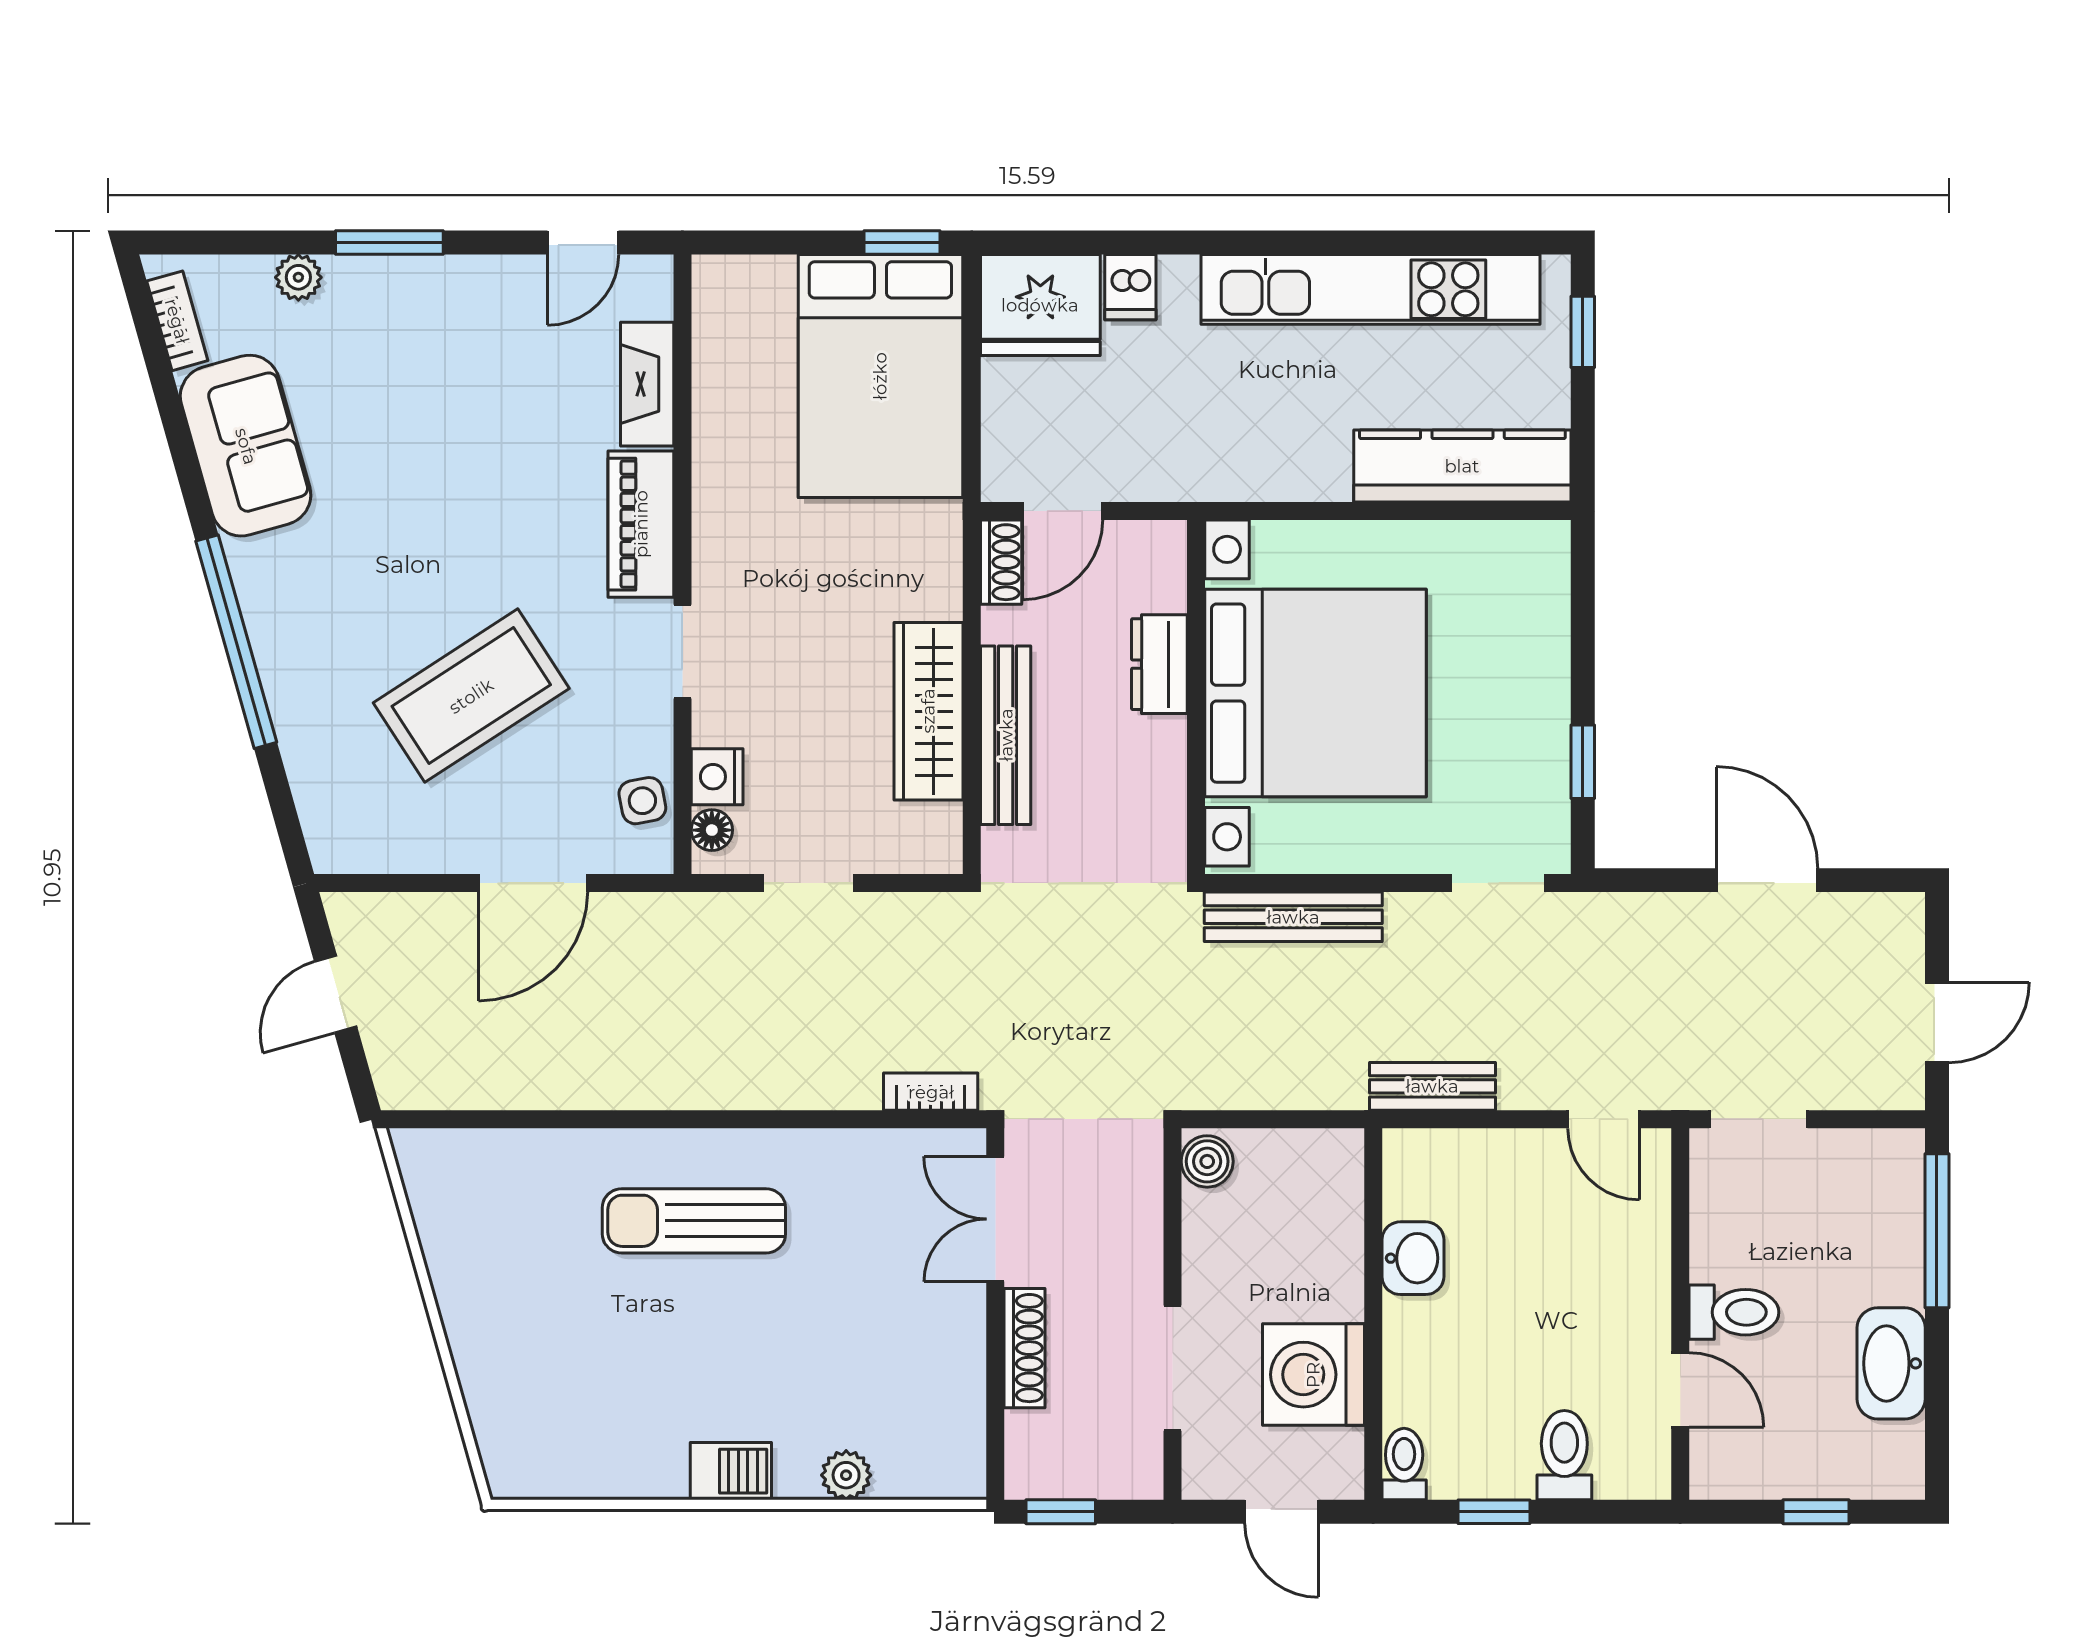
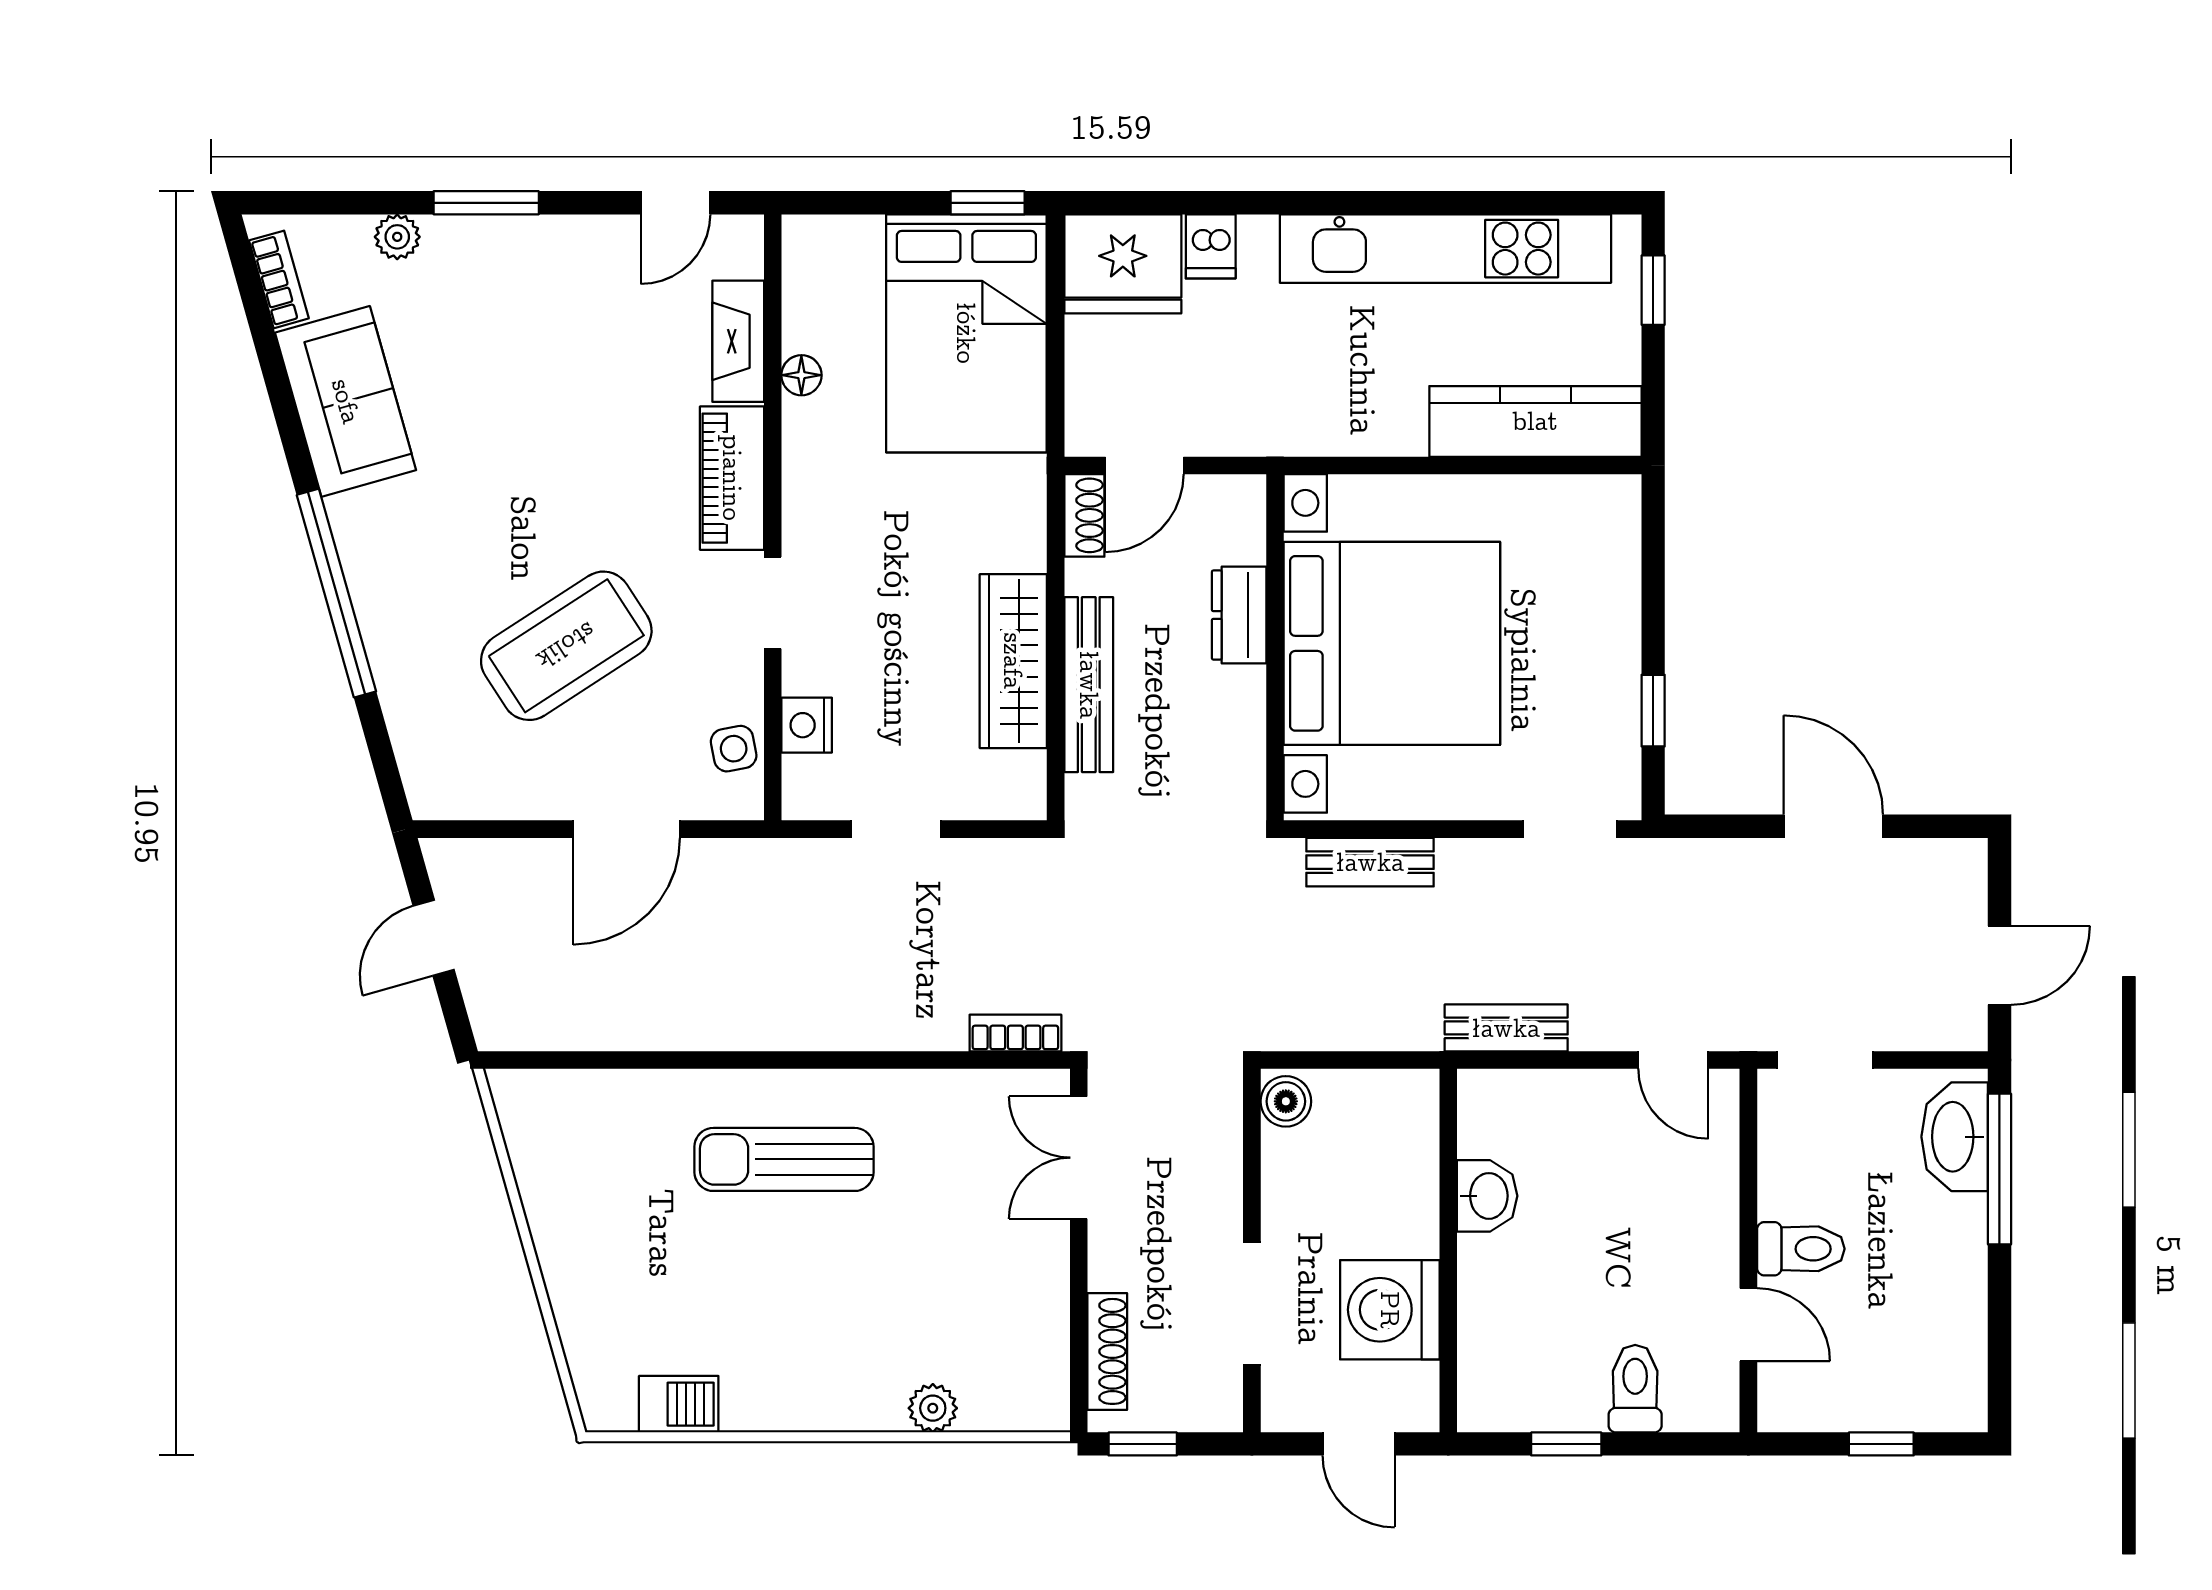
floor lamp: (712, 830) -> (801, 375), moved
bench: (1293, 917) -> (1370, 862), width x0.73
shoe rack: (1024, 1348) -> (1107, 1351), moved
washbasin: (1891, 1363) -> (1955, 1137), moved
toilet: (1404, 1464) -> (1478, 1397), removed
barbecue: (731, 1471) -> (679, 1404), moved

